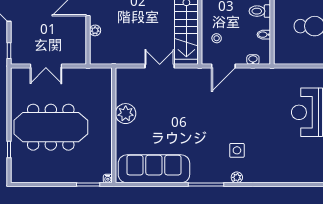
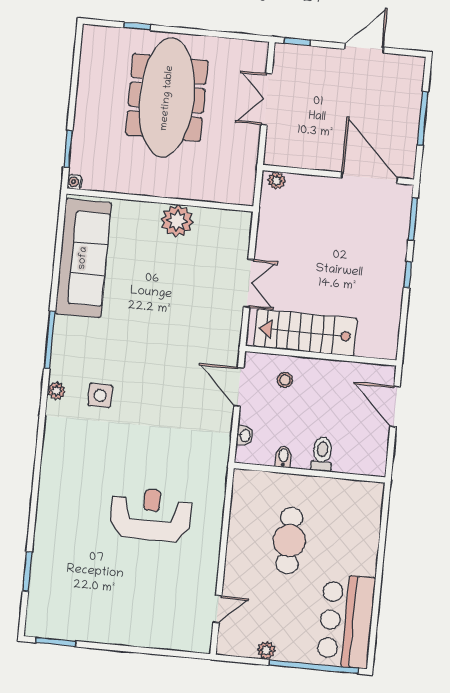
plant: (95, 30) -> (277, 181), moved

